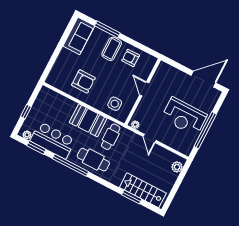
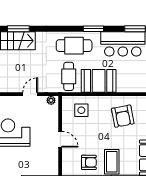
armchair: (83, 81) -> (123, 116), turned -101
door: (150, 138) -> (30, 94), hinge flipped
window: (70, 165) -> (93, 29), width x0.47

